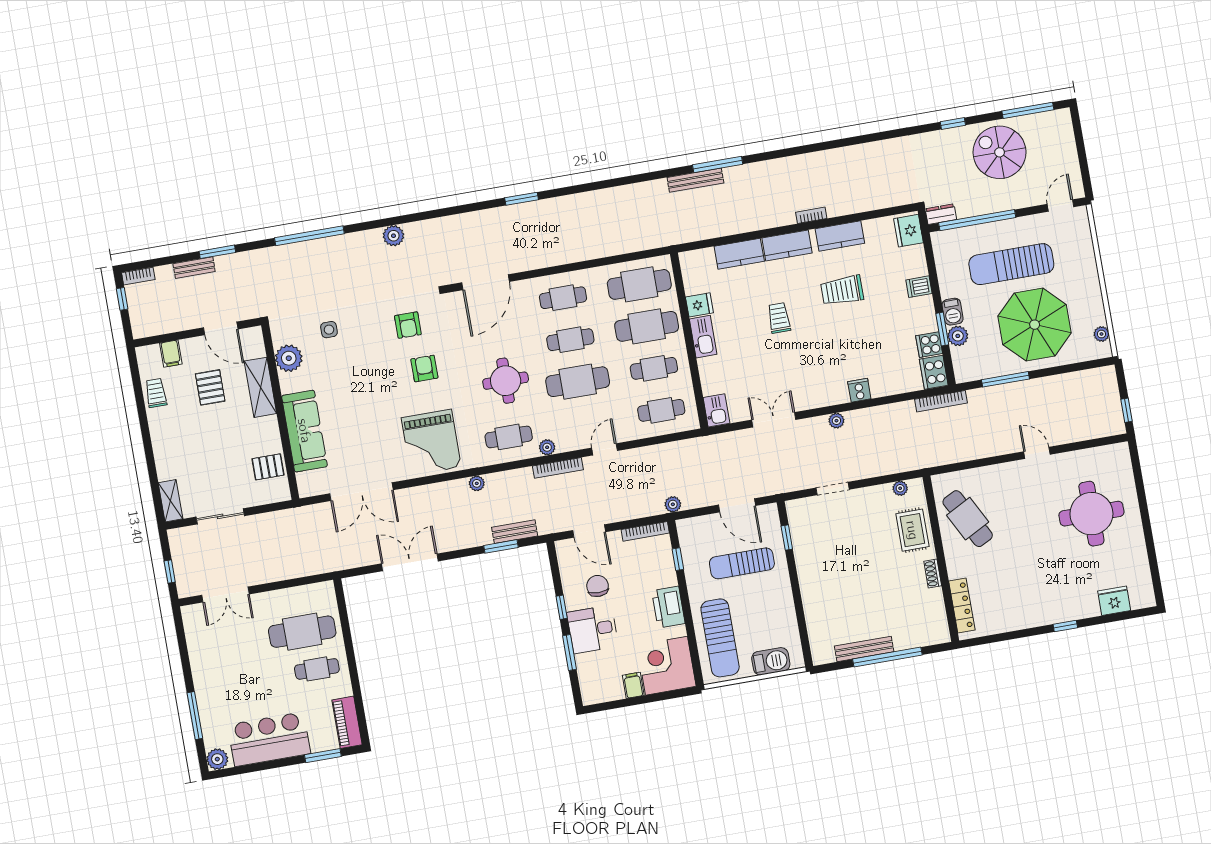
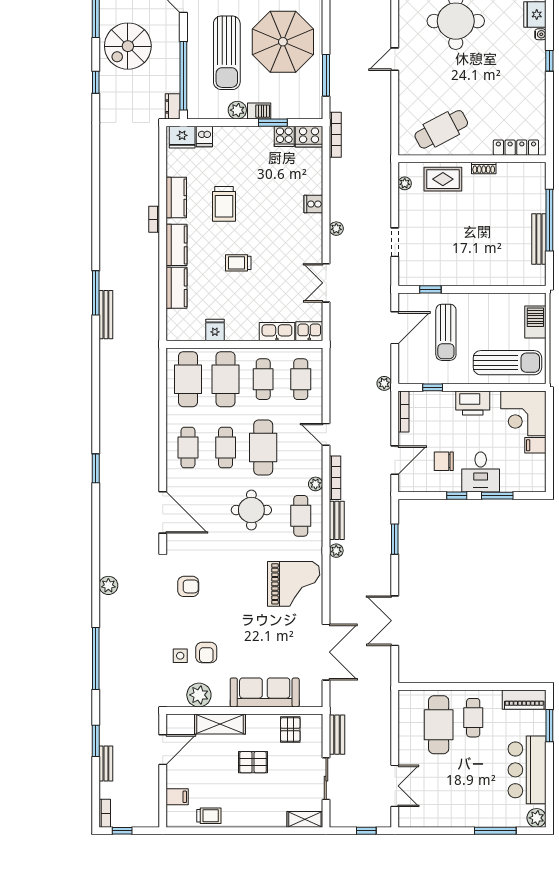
dishwasher: (919, 287) -> (204, 136), moved
plant: (958, 336) -> (237, 110), moved
kitchen sink: (703, 337) -> (277, 332), moved
armchair: (424, 368) -> (206, 653), moved, turned -90
pallet: (210, 387) -> (253, 762), moved
trolley: (156, 393) -> (209, 816), turned 180
bench: (272, 520) -> (337, 735), added
bench: (515, 532) -> (337, 520), moved
water cooler: (1093, 611) -> (540, 34), added

